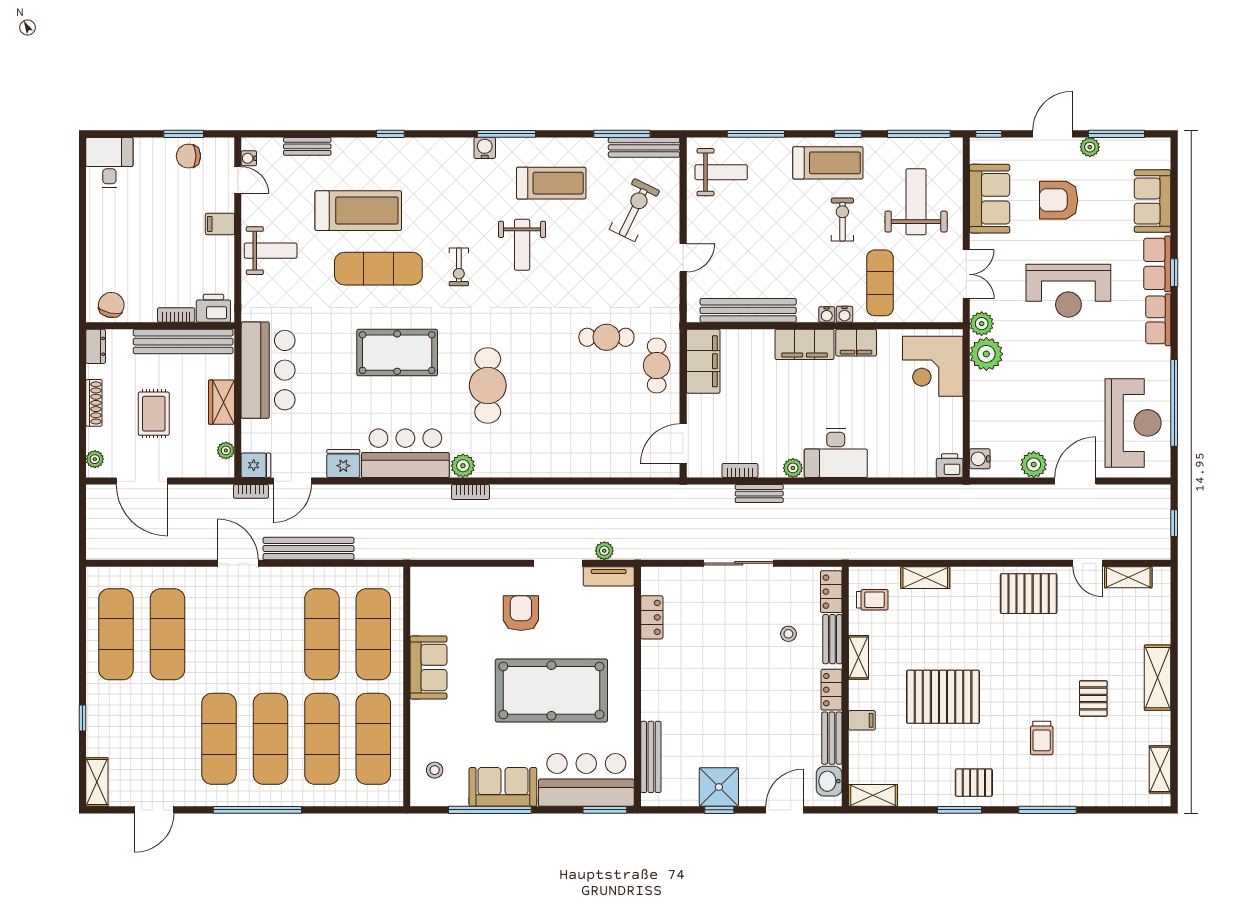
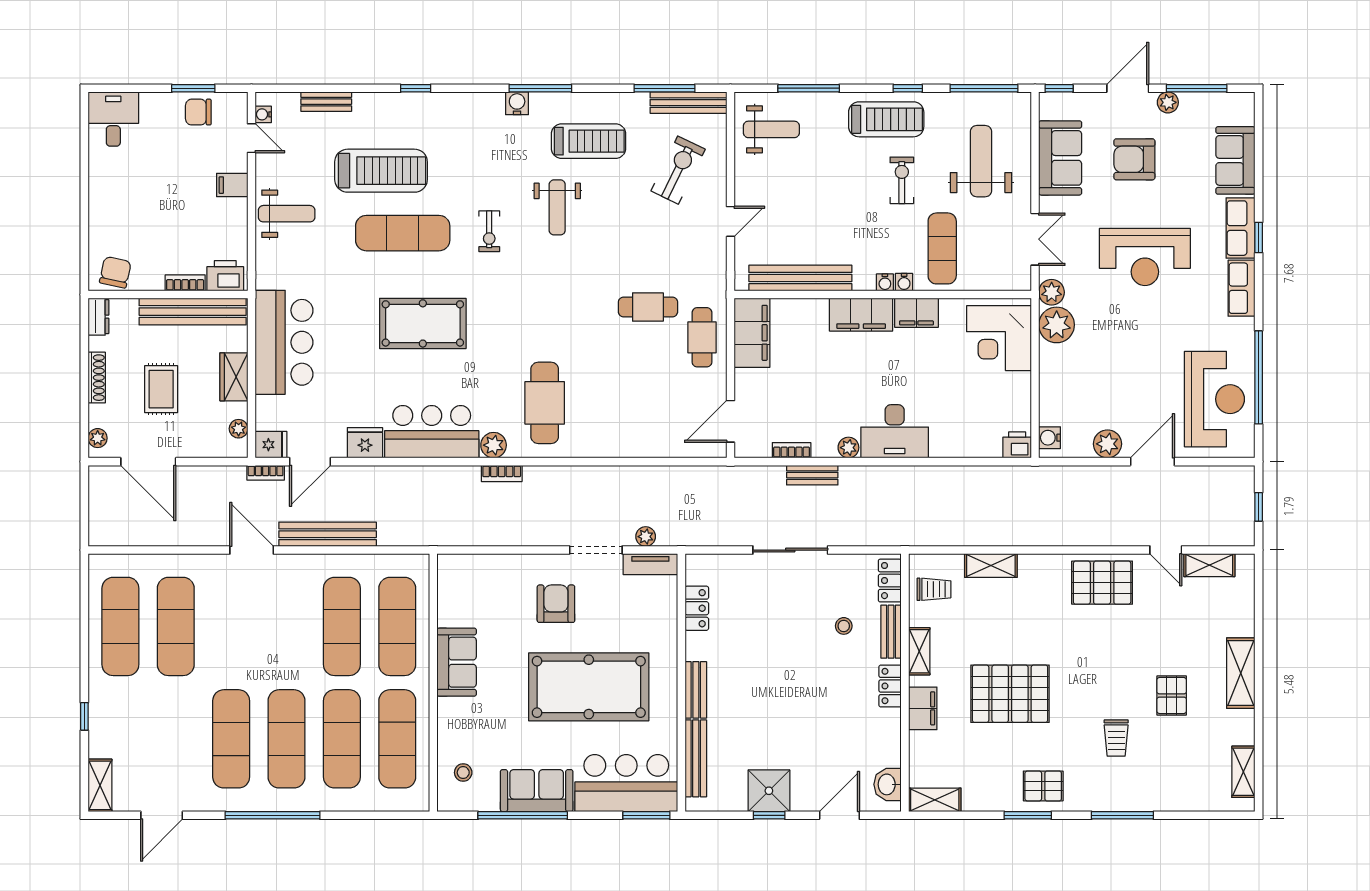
cafe table: (488, 386) -> (545, 403), moved
filing cabinet: (862, 720) -> (923, 708), width x2.00
bench: (832, 738) -> (696, 690), moved

